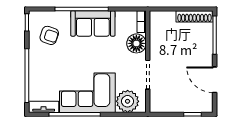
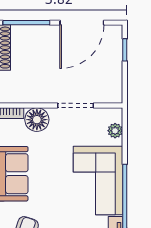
door: (215, 80) -> (82, 23), width x1.36
plant: (128, 101) -> (115, 131), width x0.53, depth x0.53

